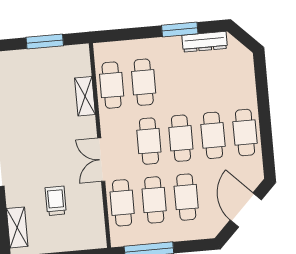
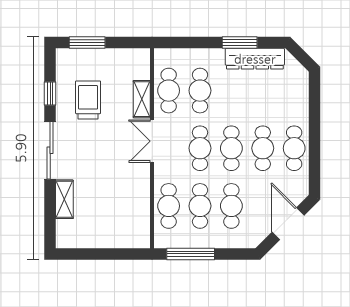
window: (45, 42) -> (87, 42), moved
dresser: (205, 42) -> (255, 59), width x1.37, depth x1.24
double door: (101, 160) -> (152, 141), moved
trolley: (56, 201) -> (88, 100), moved, width x1.36, depth x1.39
shelving: (17, 227) -> (64, 199), moved

